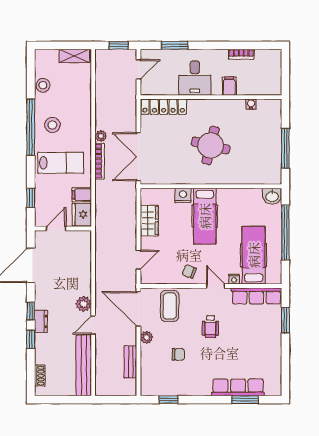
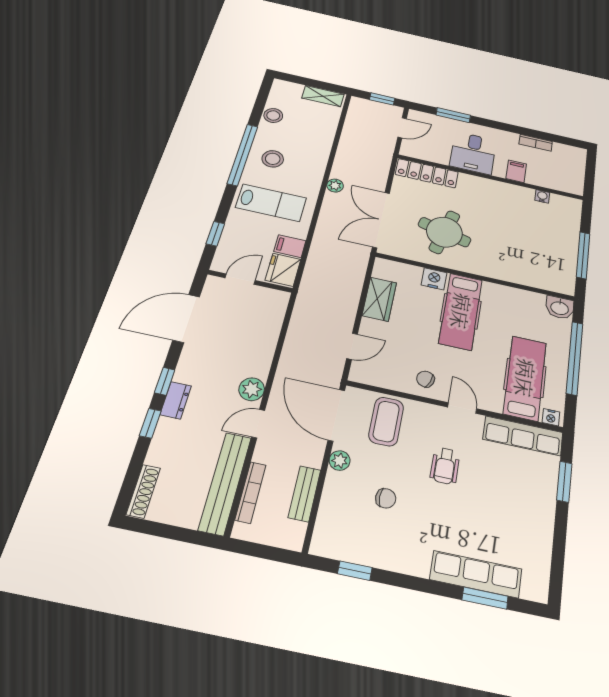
round table: (211, 145) -> (444, 232), moved
bookcase: (100, 161) -> (251, 492), moved
nightstand: (234, 279) -> (551, 417), moved
shoe rack: (40, 376) -> (143, 491), width x1.43

